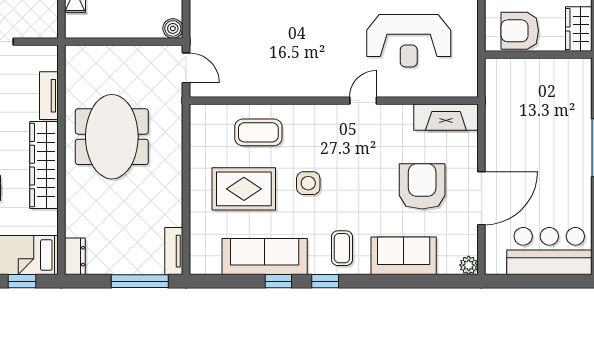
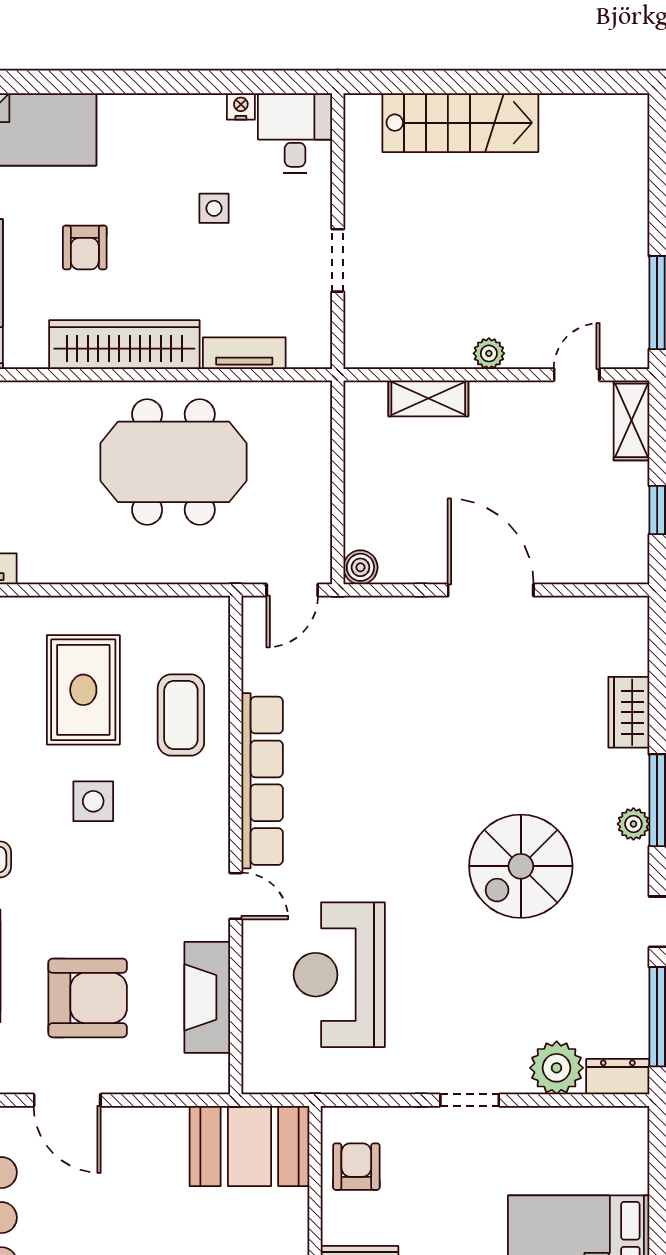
armchair: (520, 31) -> (356, 1167), width x0.72, depth x0.72
row of seats: (296, 85) -> (262, 781), added
booth: (508, 93) -> (249, 1146), added
fireplace: (446, 117) -> (207, 997), moved
door: (481, 198) -> (67, 1100), width x0.73

